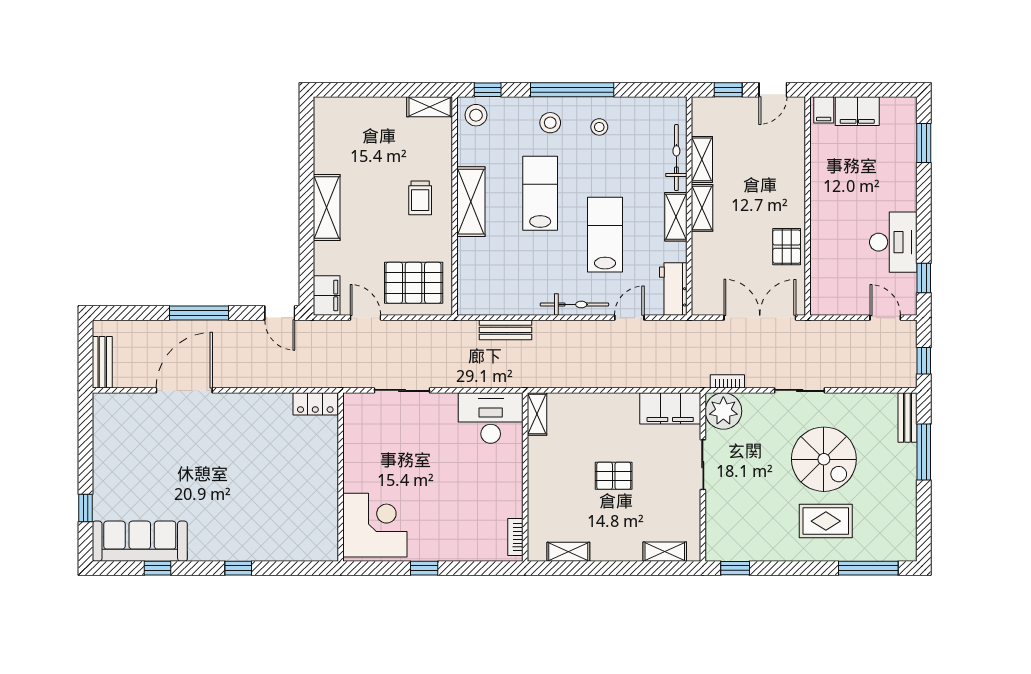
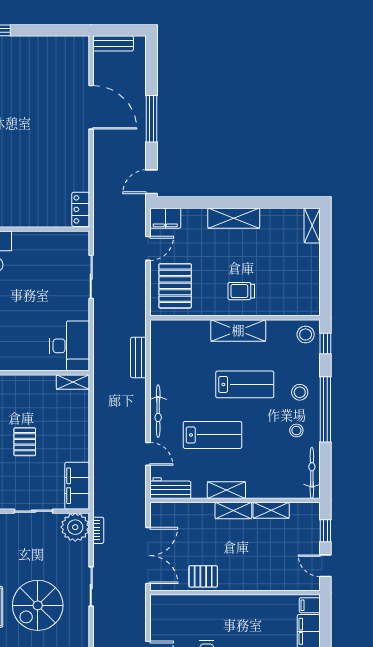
shelving: (430, 107) -> (312, 225), moved
bicycle: (676, 158) -> (312, 473), moved, turned -90

